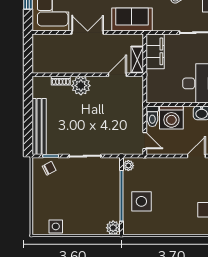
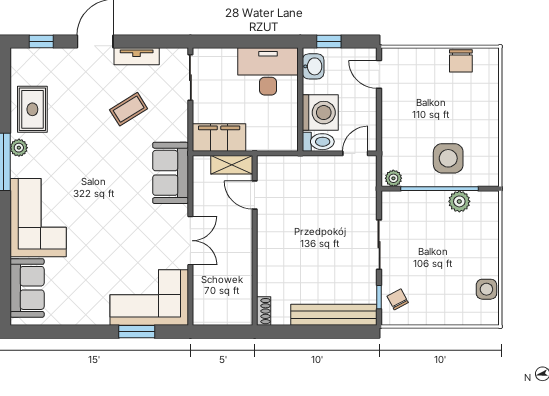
double door: (88, 33) -> (190, 241), swing flipped
shoe rack: (61, 81) -> (264, 311), moved
plant: (81, 86) -> (271, 251), removed
plant: (113, 228) -> (459, 201), moved

